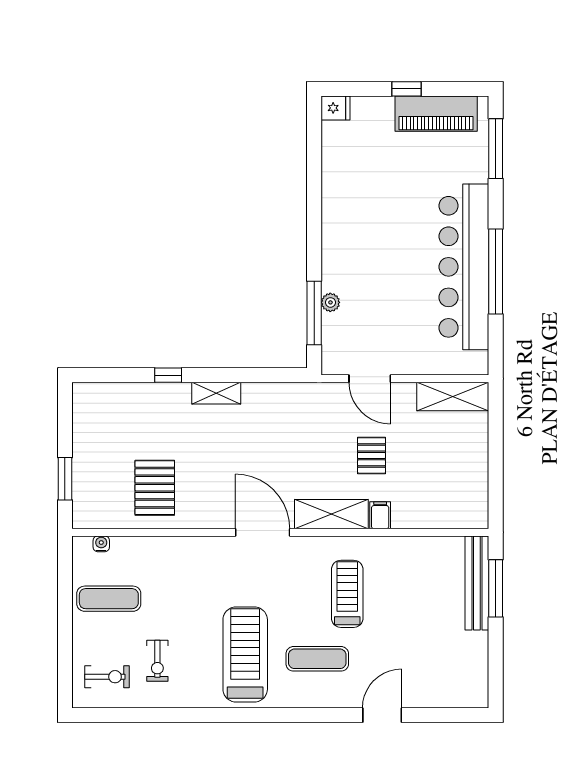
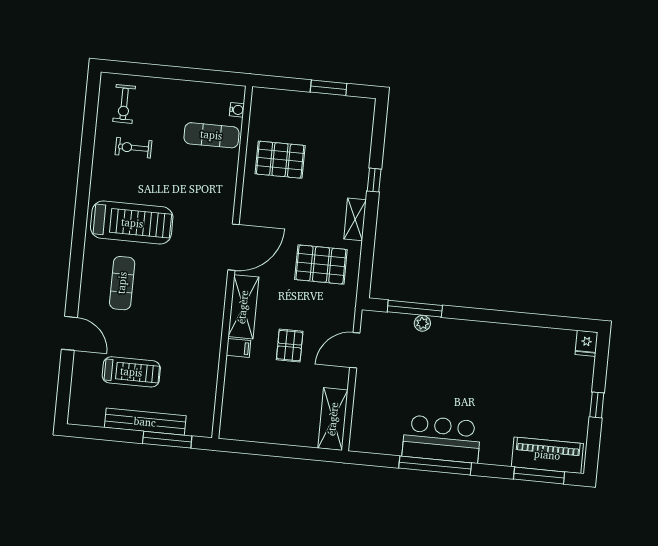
piano: (436, 114) -> (547, 455), moved, turned 90
bar counter: (464, 267) -> (442, 439), width x0.54
pallet: (273, 428) -> (321, 265), added
pallet: (372, 455) -> (290, 346), turned 90
window: (65, 479) -> (329, 88), moved
bench: (477, 583) -> (145, 422), moved
treadmill: (347, 594) -> (131, 372), moved
exercise mat: (109, 599) -> (211, 135), moved, turned 90

